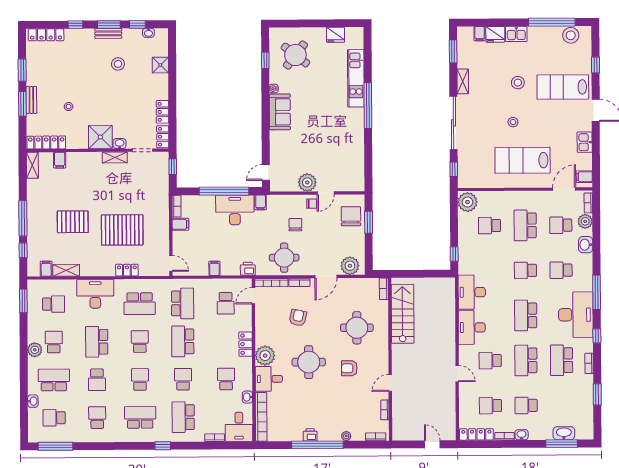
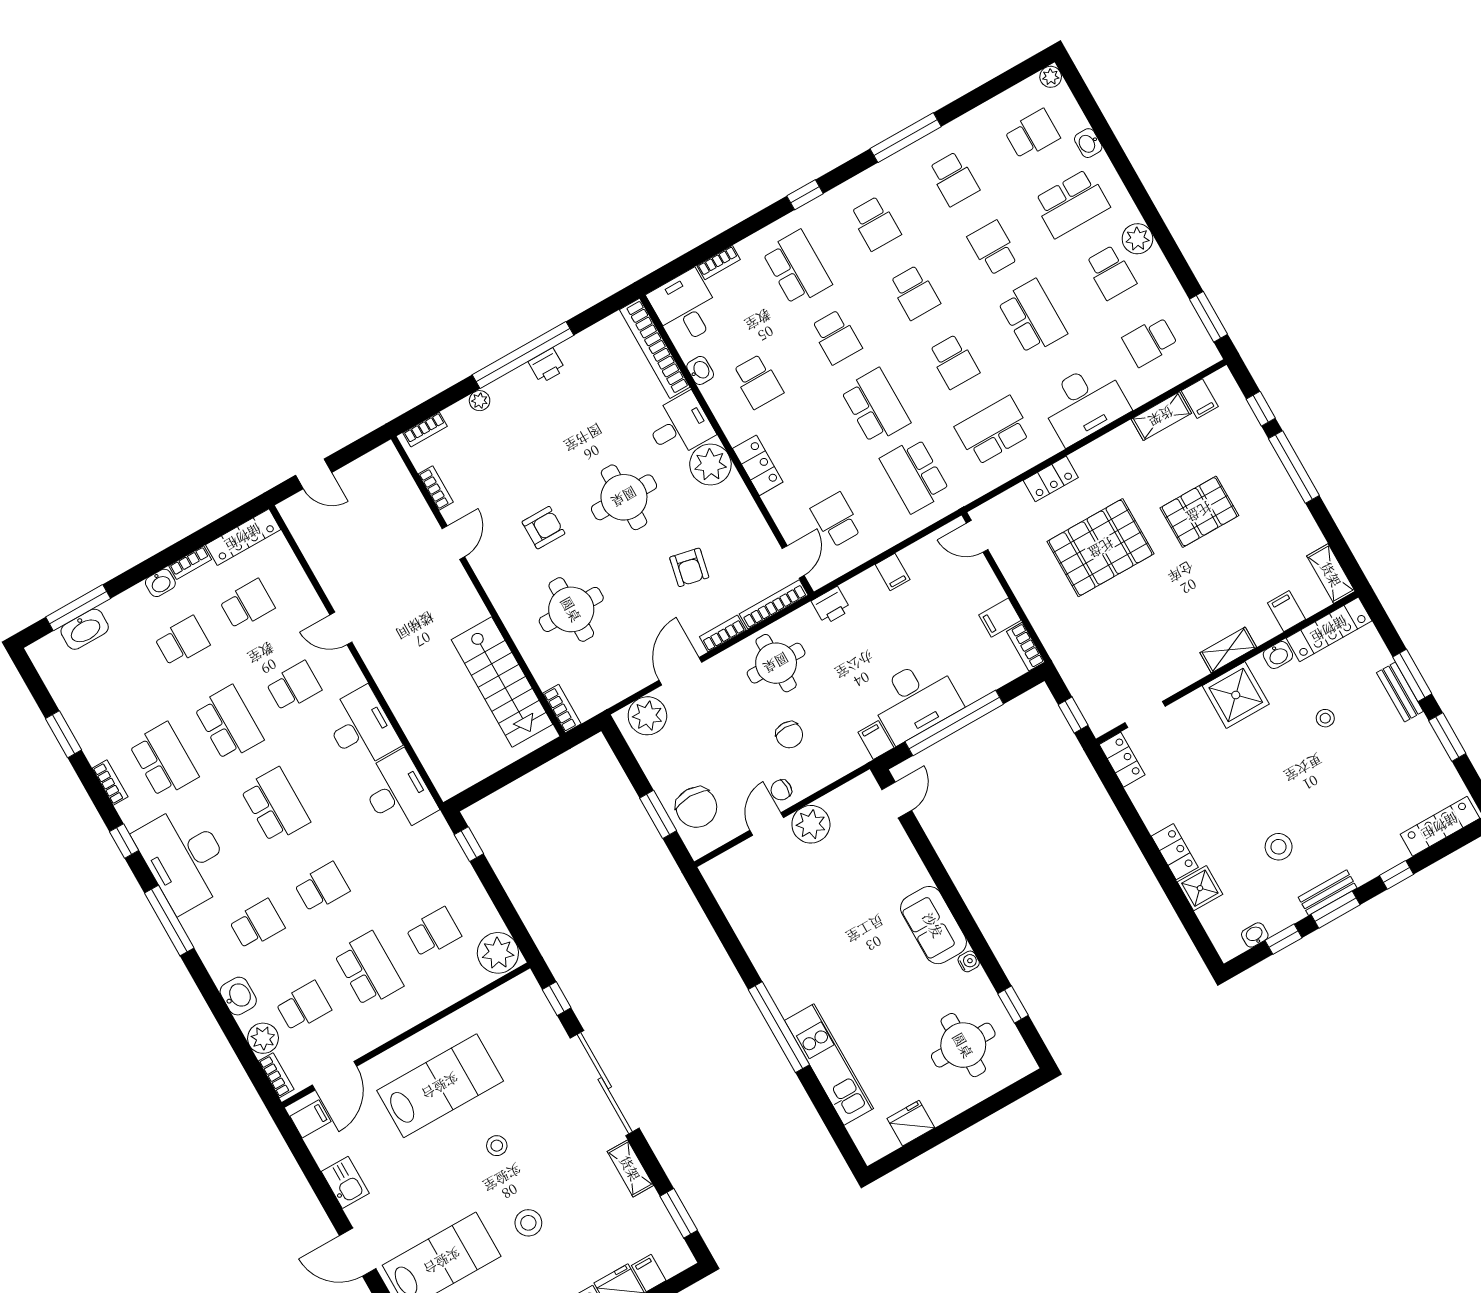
round table: (295, 55) -> (963, 1045), turned -38
locker: (162, 112) -> (1175, 852), moved
washbasin: (120, 144) -> (1278, 655), moved
shelving: (115, 157) -> (1228, 650), moved
school desk: (140, 417) -> (875, 223), width x0.54
plant: (33, 437) -> (1051, 77), added
window: (56, 446) -> (906, 138), moved

